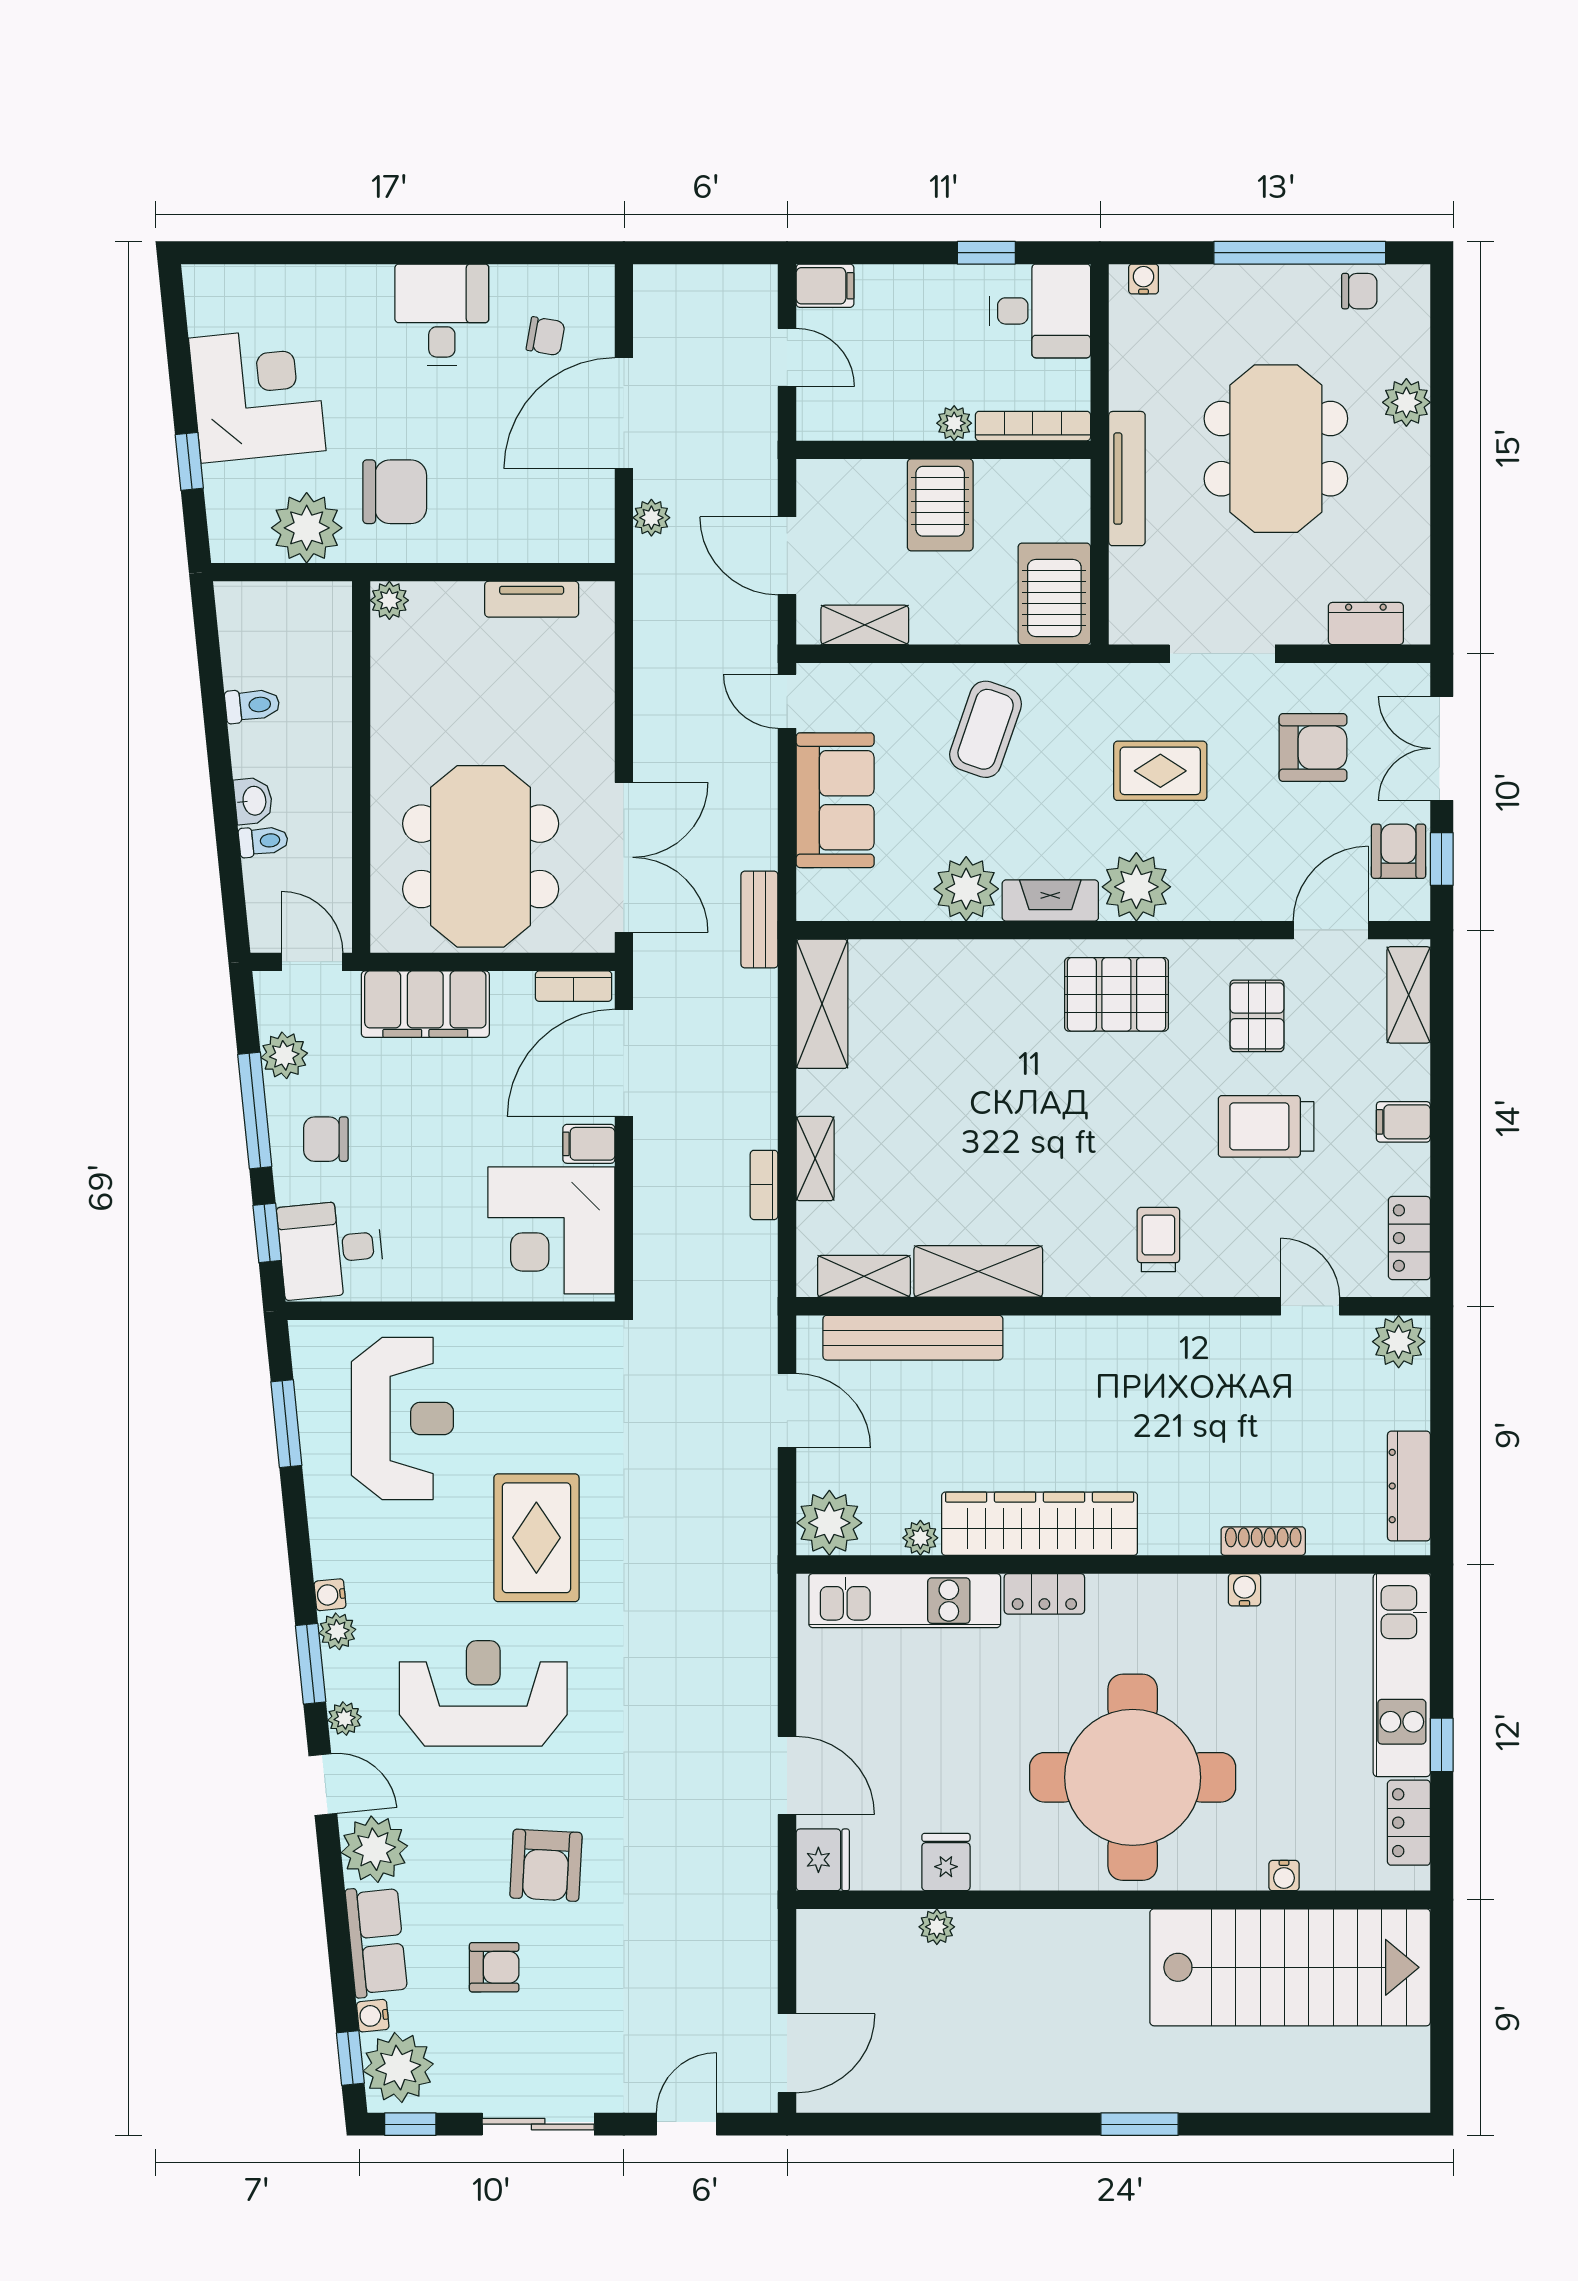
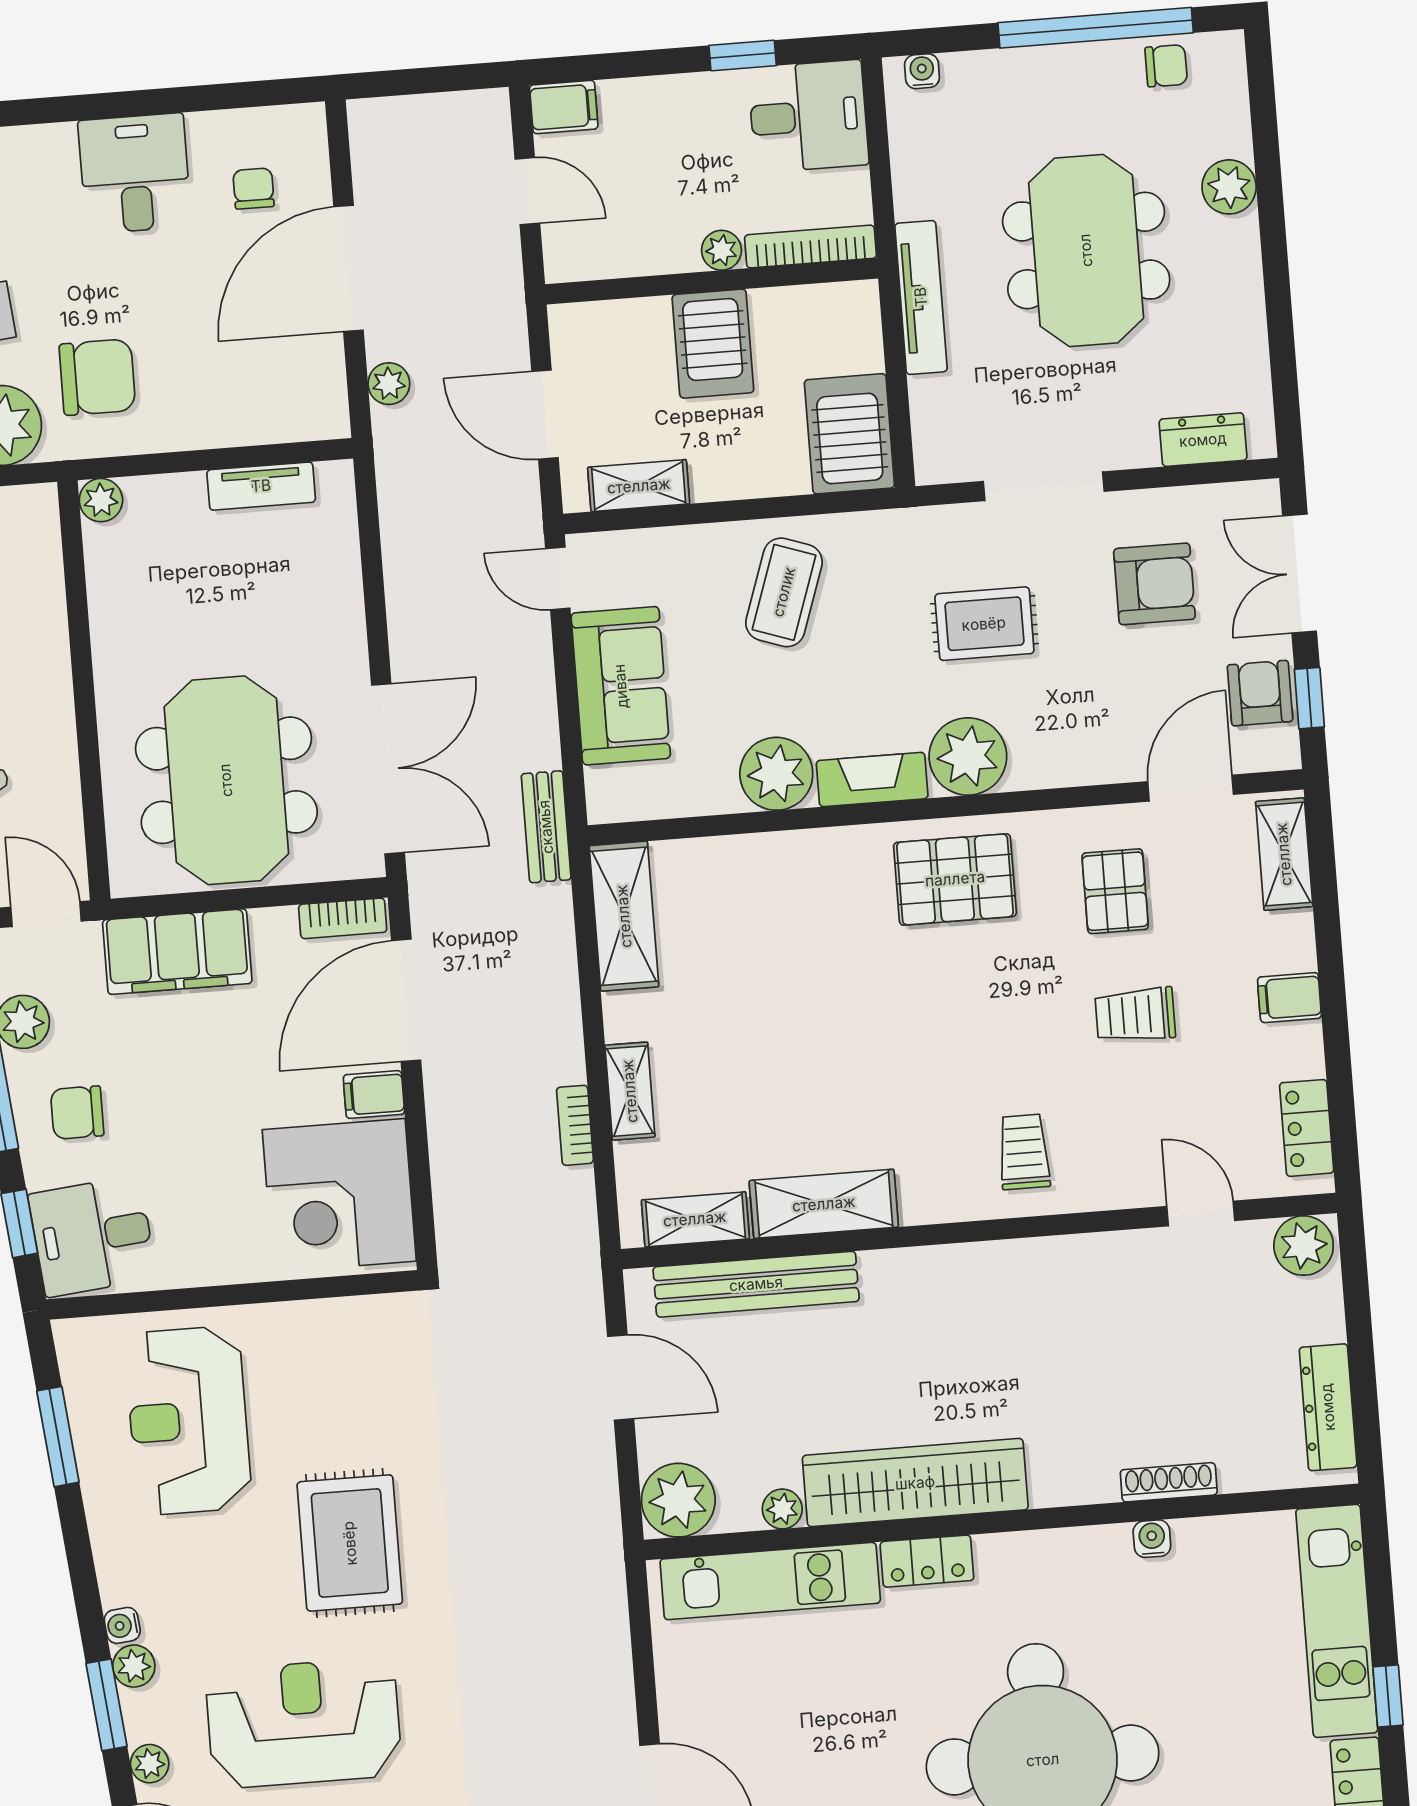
chair: (546, 336) -> (253, 189), turned -100
trolley: (1266, 1126) -> (1135, 1015), width x0.73, depth x0.72
reception desk: (402, 1418) -> (188, 1420), turned 180

